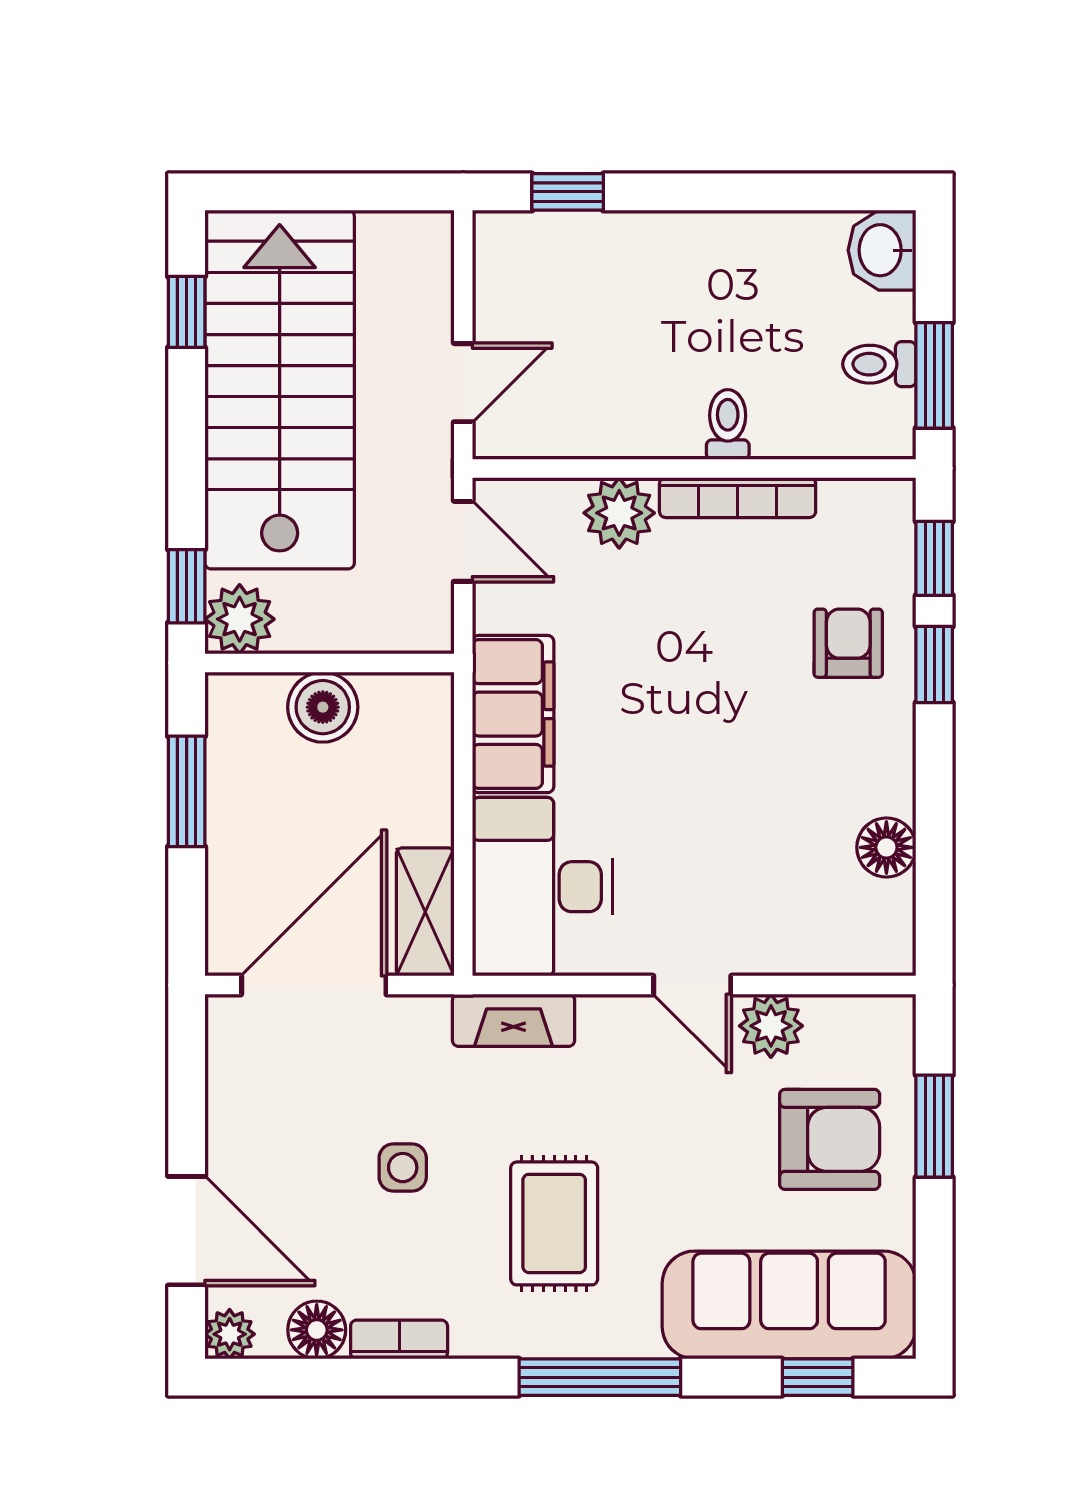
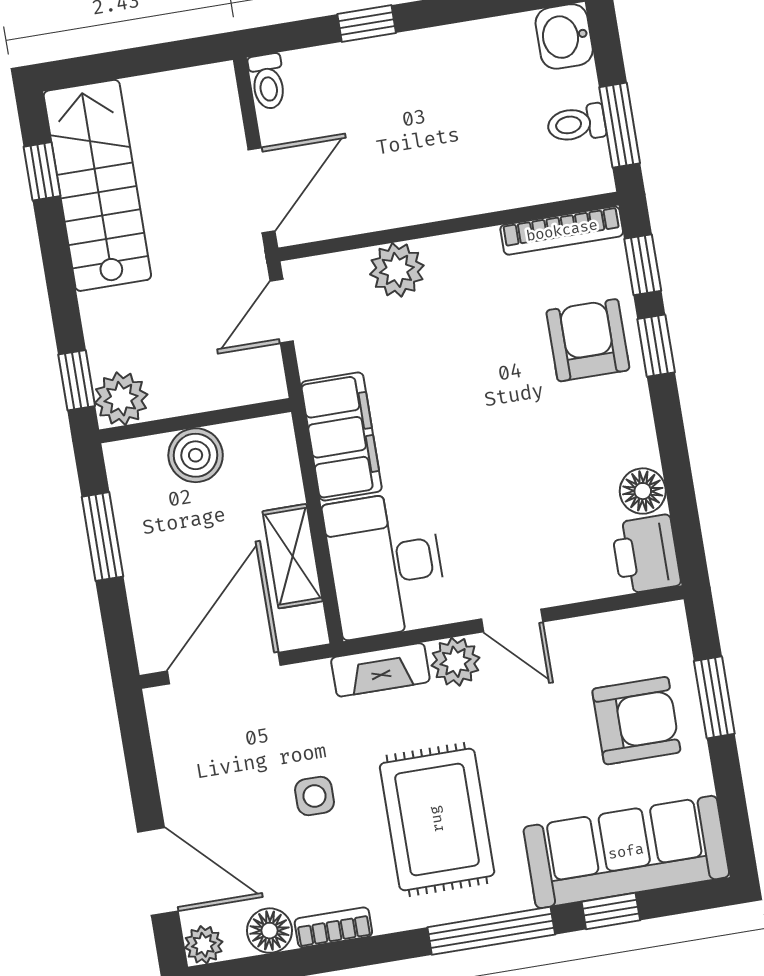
window: (568, 192) -> (367, 24), moved
door: (463, 383) -> (262, 190), width x1.37
stairs: (280, 390) -> (97, 185), width x0.73, depth x0.66
toilet: (728, 424) -> (268, 82), moved, turned 180
bookcase: (738, 498) -> (562, 231), moved
door: (463, 541) -> (282, 311), swing flipped
armchair: (848, 643) -> (588, 340), width x1.38, depth x1.38
shelving: (425, 912) -> (292, 556), moved
printer: (877, 929) -> (646, 554), added
plant: (771, 1026) -> (456, 662), moved
rug: (554, 1223) -> (437, 819), width x1.36, depth x1.43
window: (818, 1377) -> (611, 911), moved

